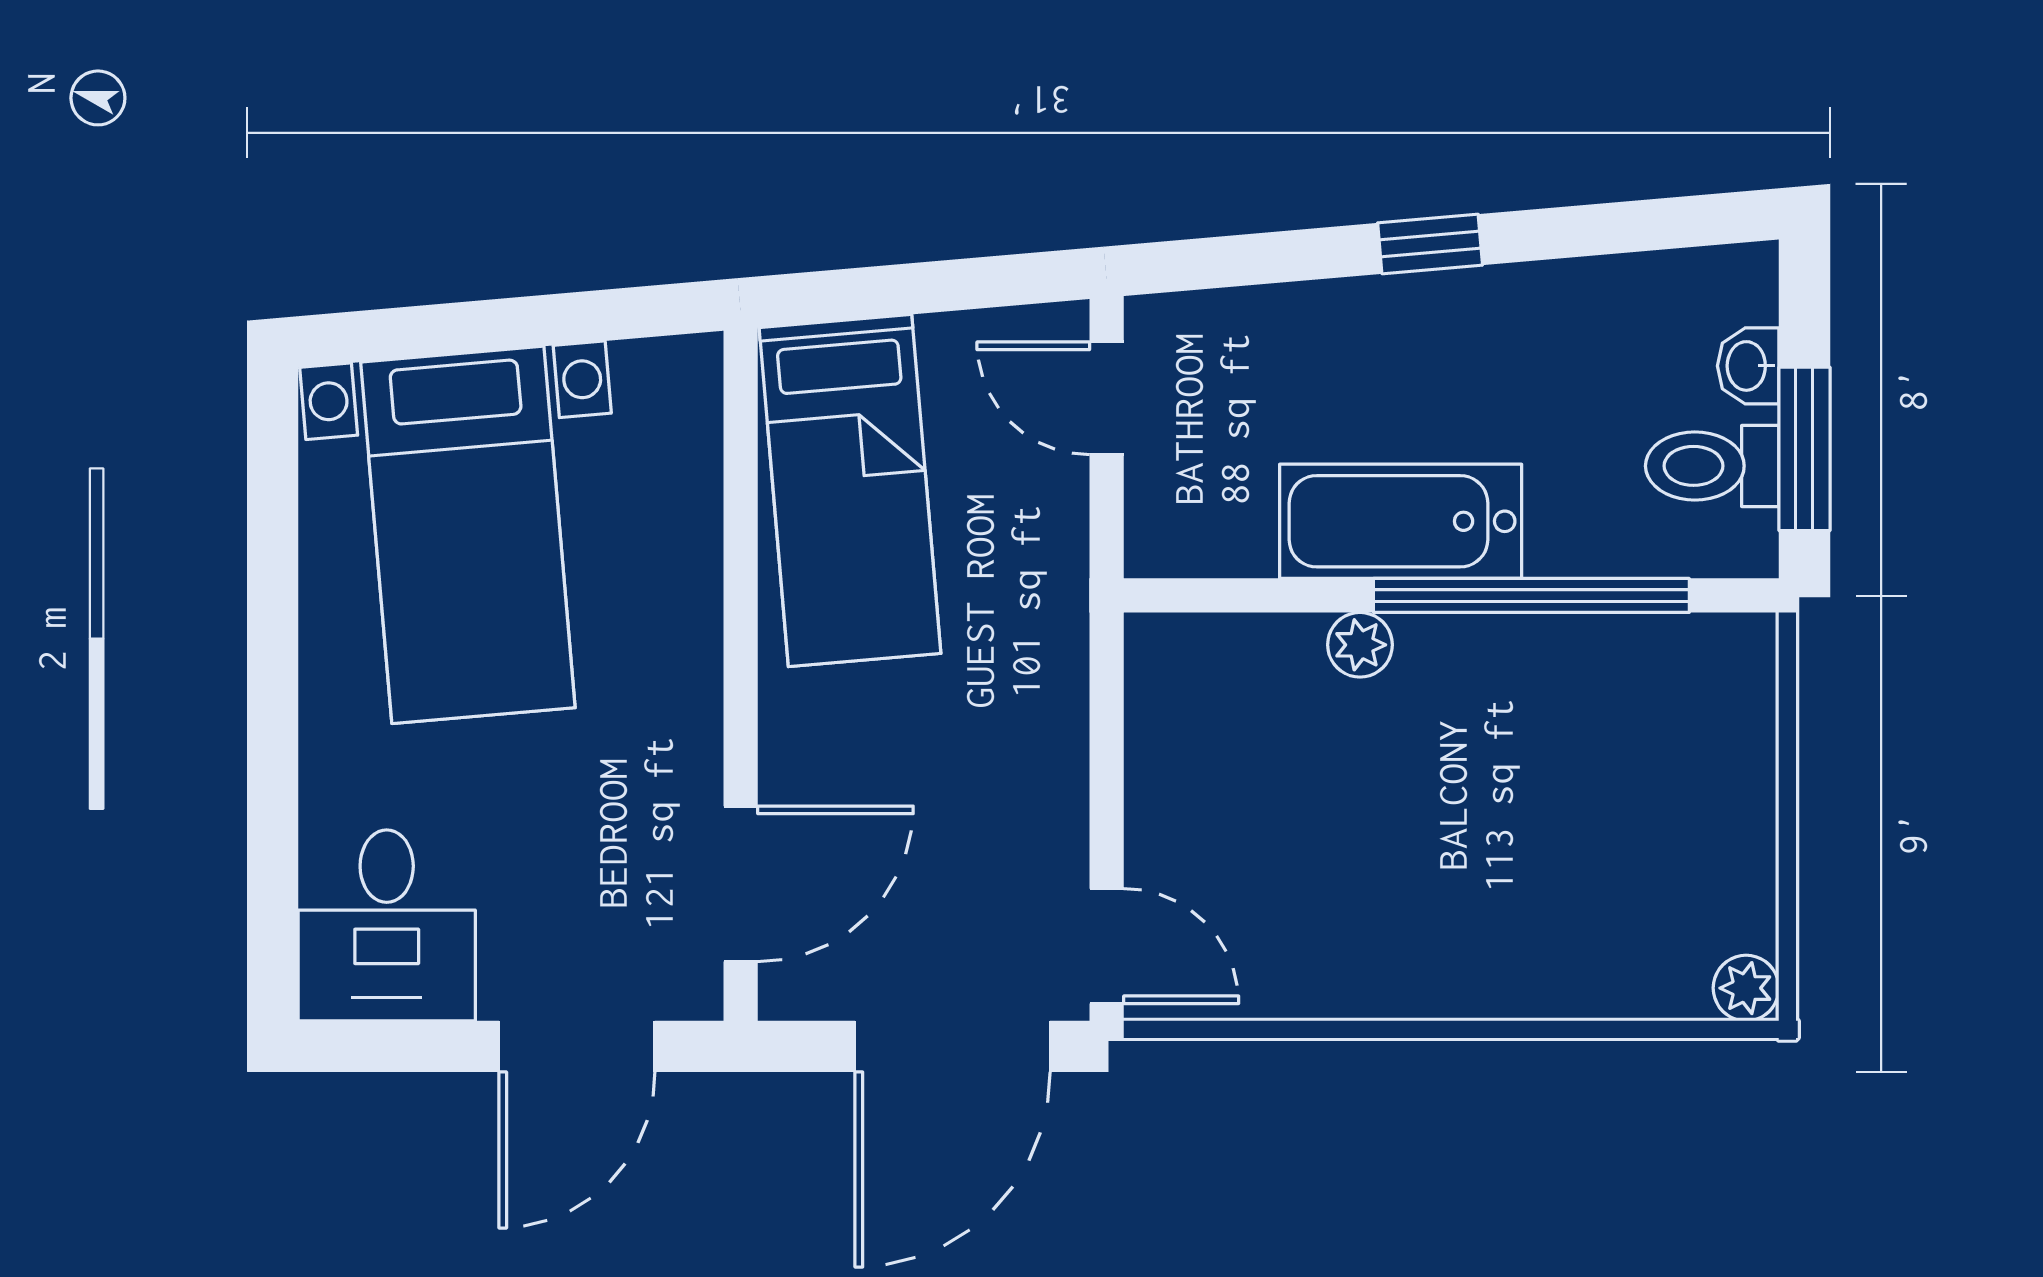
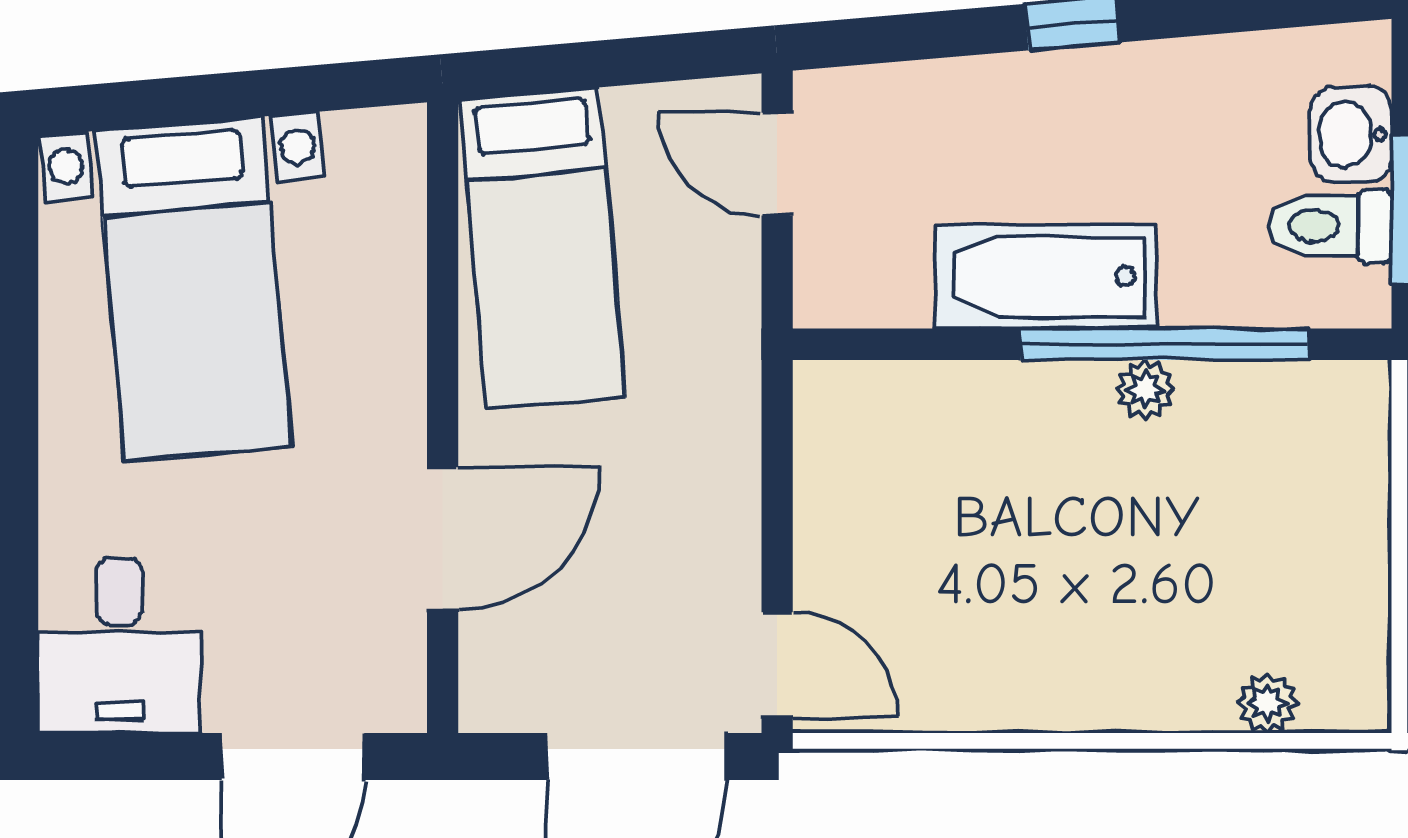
washbasin: (1748, 366) -> (1351, 134), width x1.38, depth x1.45
plant: (1360, 645) -> (1145, 389), moved
door: (741, 884) -> (443, 538), moved
plant: (1746, 988) -> (1267, 703), moved

